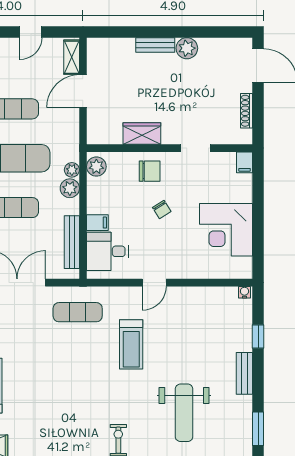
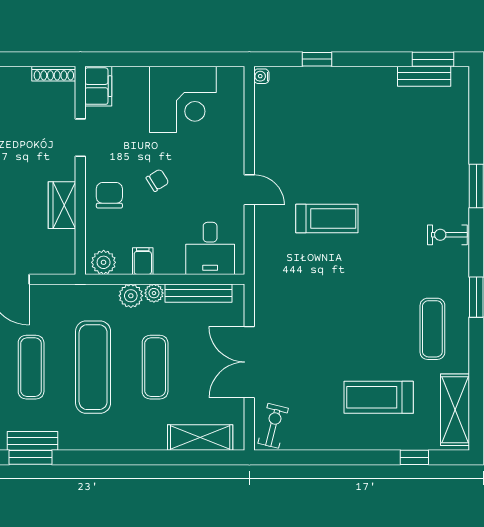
shoe rack: (247, 111) -> (54, 74), moved
filing cabinet: (245, 162) -> (98, 86), width x2.00
plant: (72, 170) -> (154, 293), moved
filing cabinet: (97, 223) -> (143, 261), moved
exercise mat: (78, 312) -> (432, 329), moved
bench: (244, 373) -> (424, 76), moved
weight bench: (184, 413) -> (413, 152), removed

